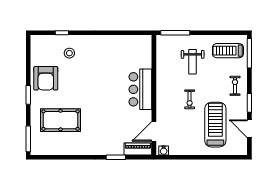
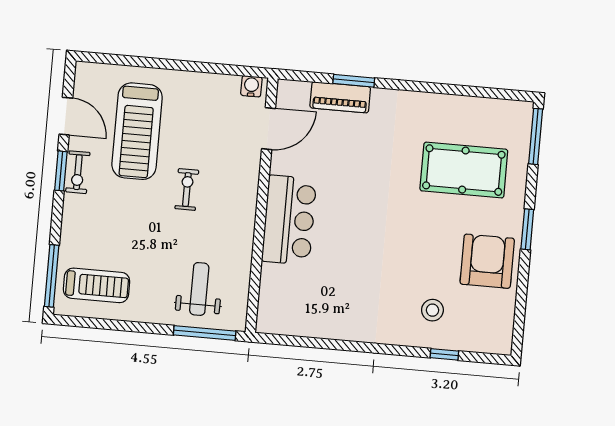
weight bench: (193, 62) -> (199, 289), moved
exercise bike: (235, 86) -> (78, 172), moved
piano: (138, 149) -> (340, 97), moved

